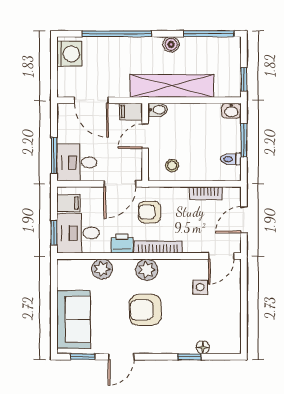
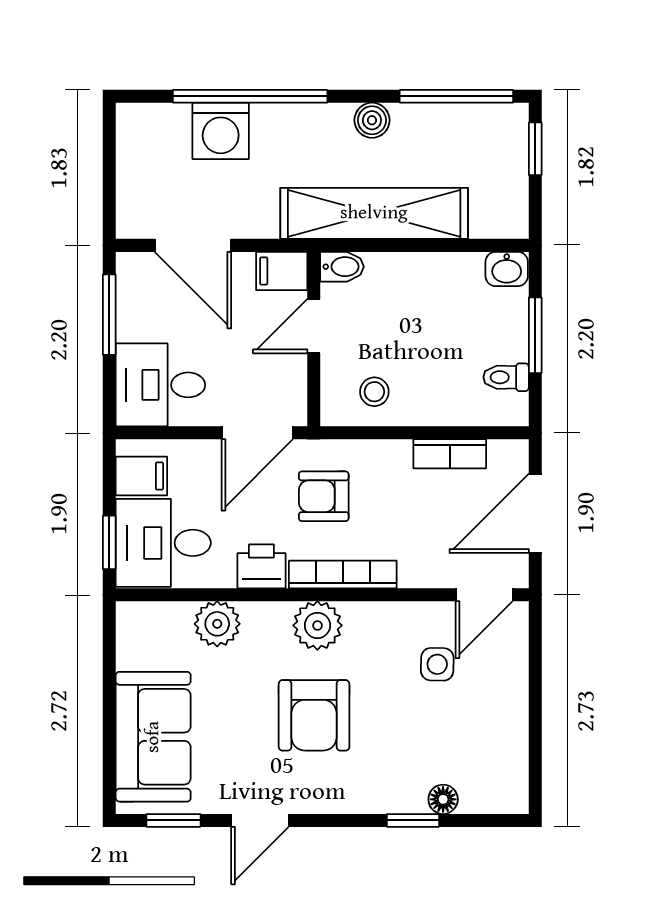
washing machine: (69, 54) -> (221, 131), moved, turned 90
window: (244, 79) -> (535, 149), moved
window: (54, 155) -> (109, 315), moved
door: (244, 220) -> (535, 513), width x1.38
armchair: (145, 310) -> (314, 715), turned -88

